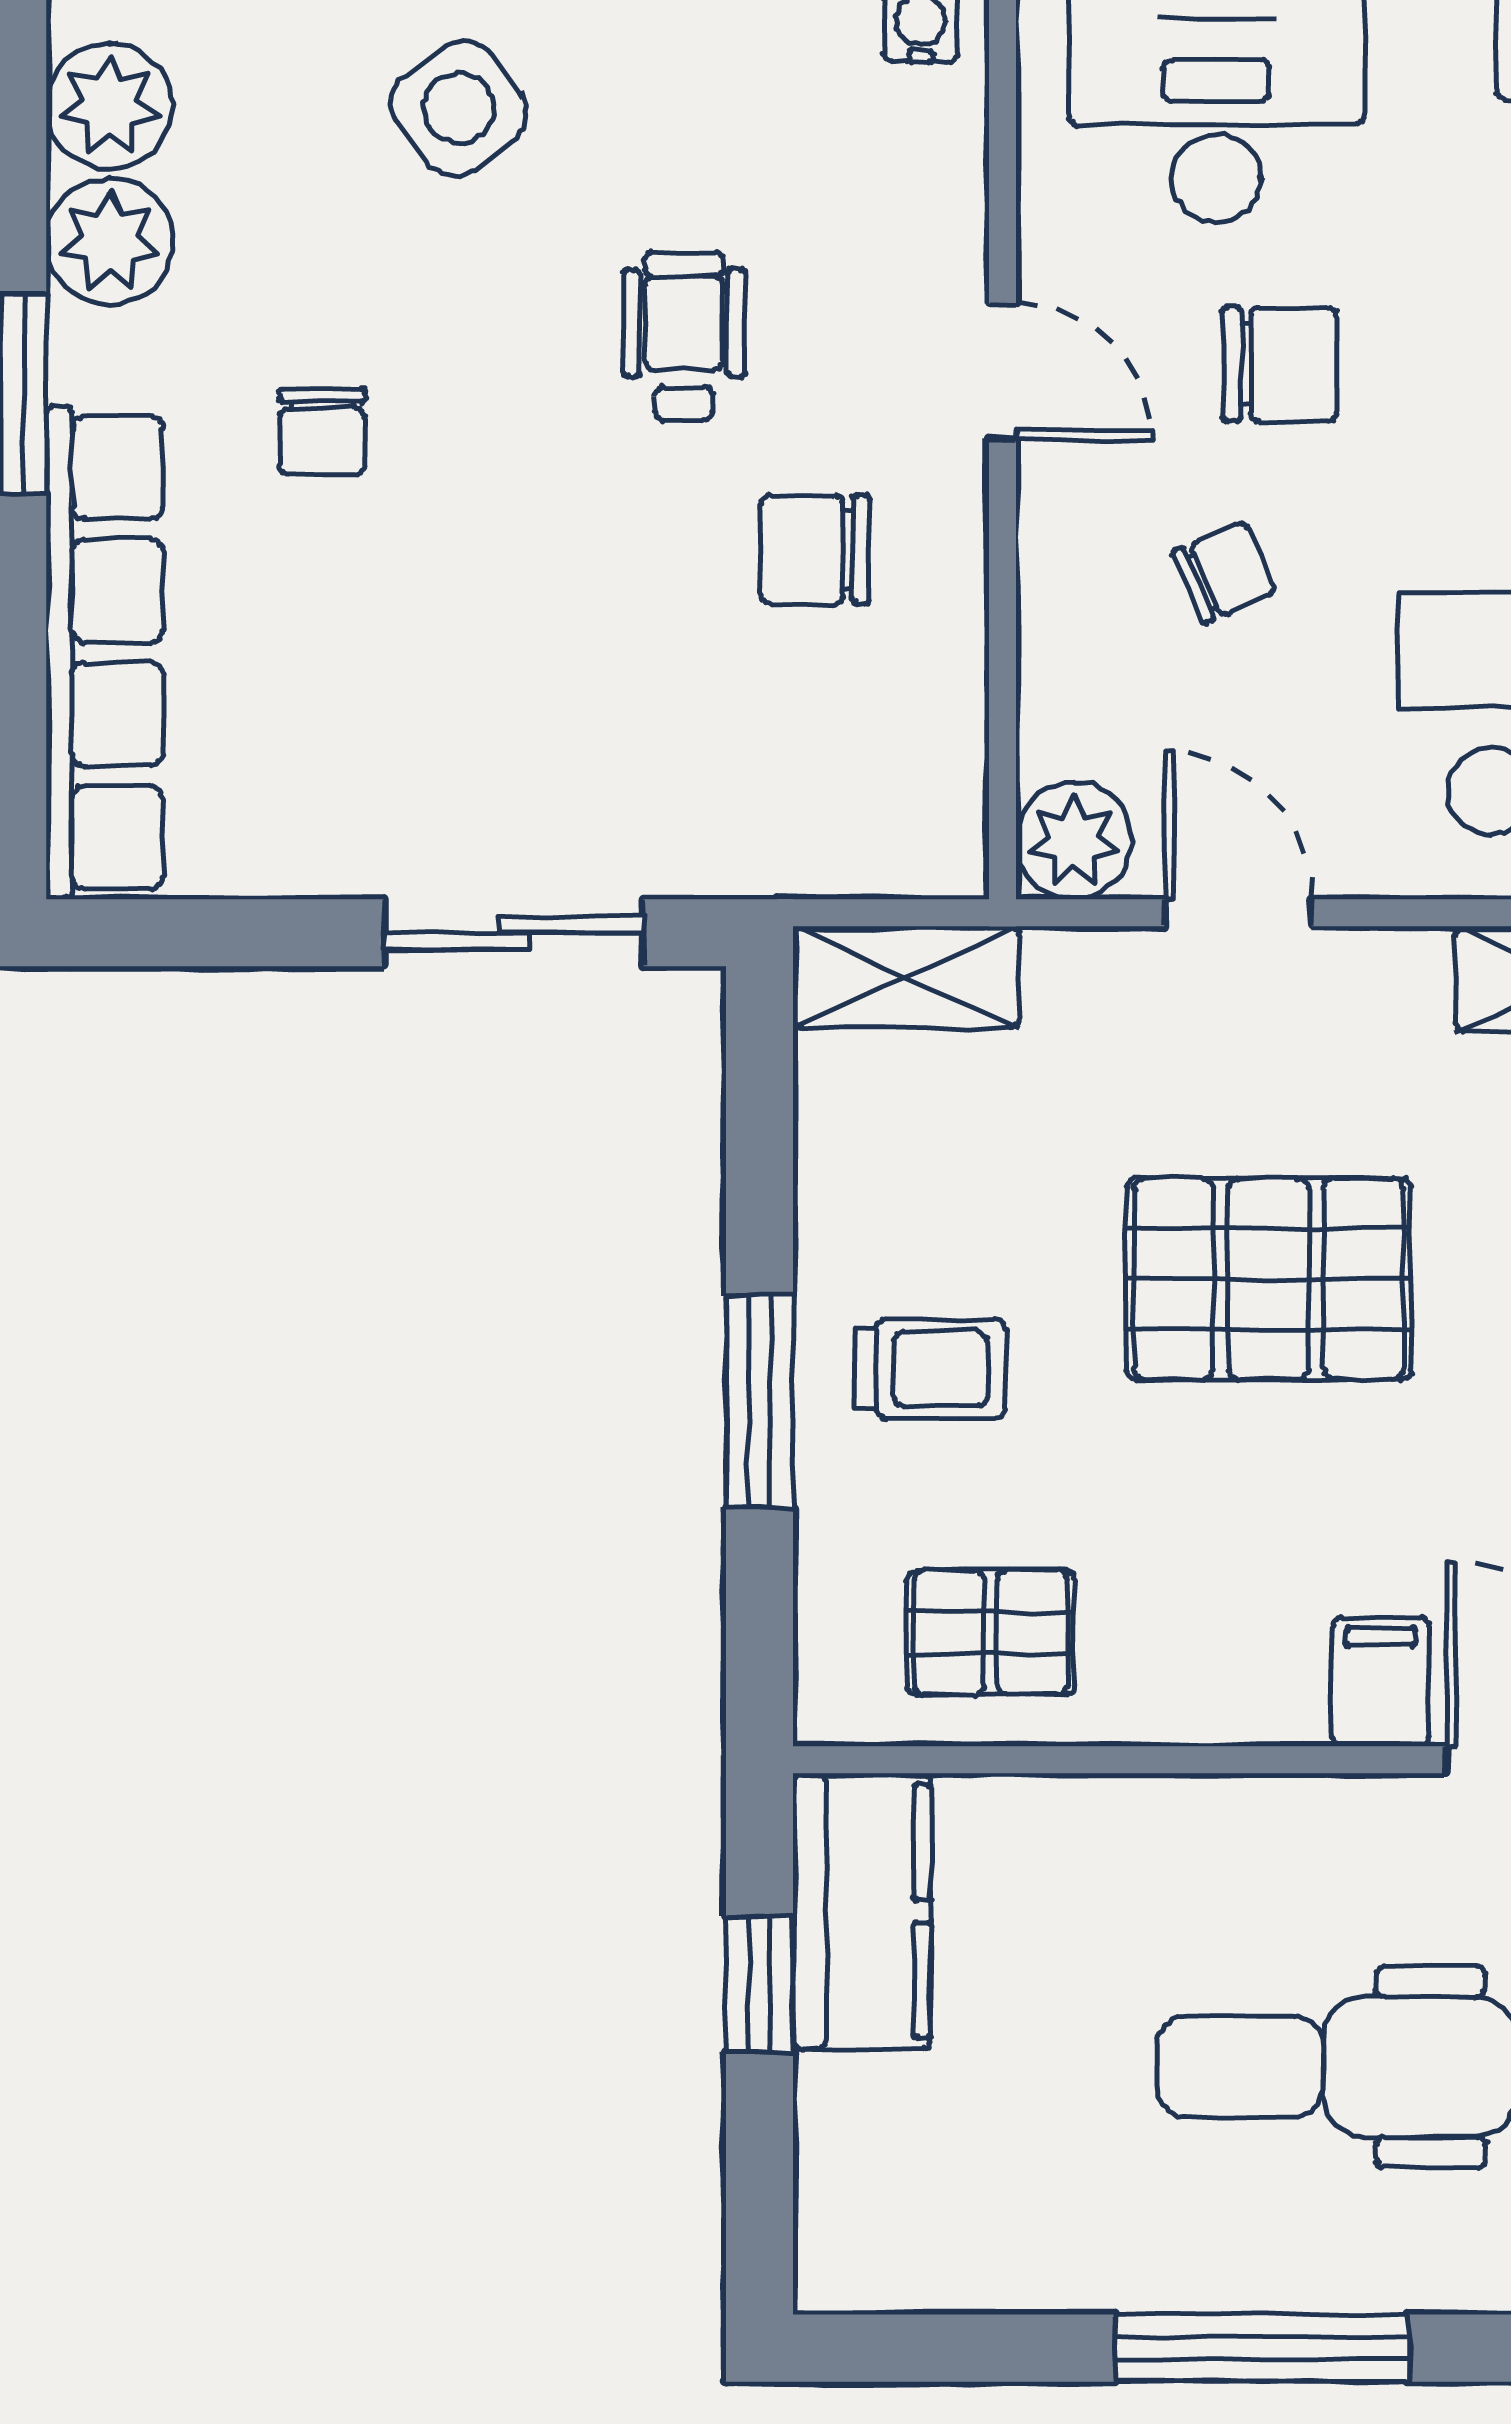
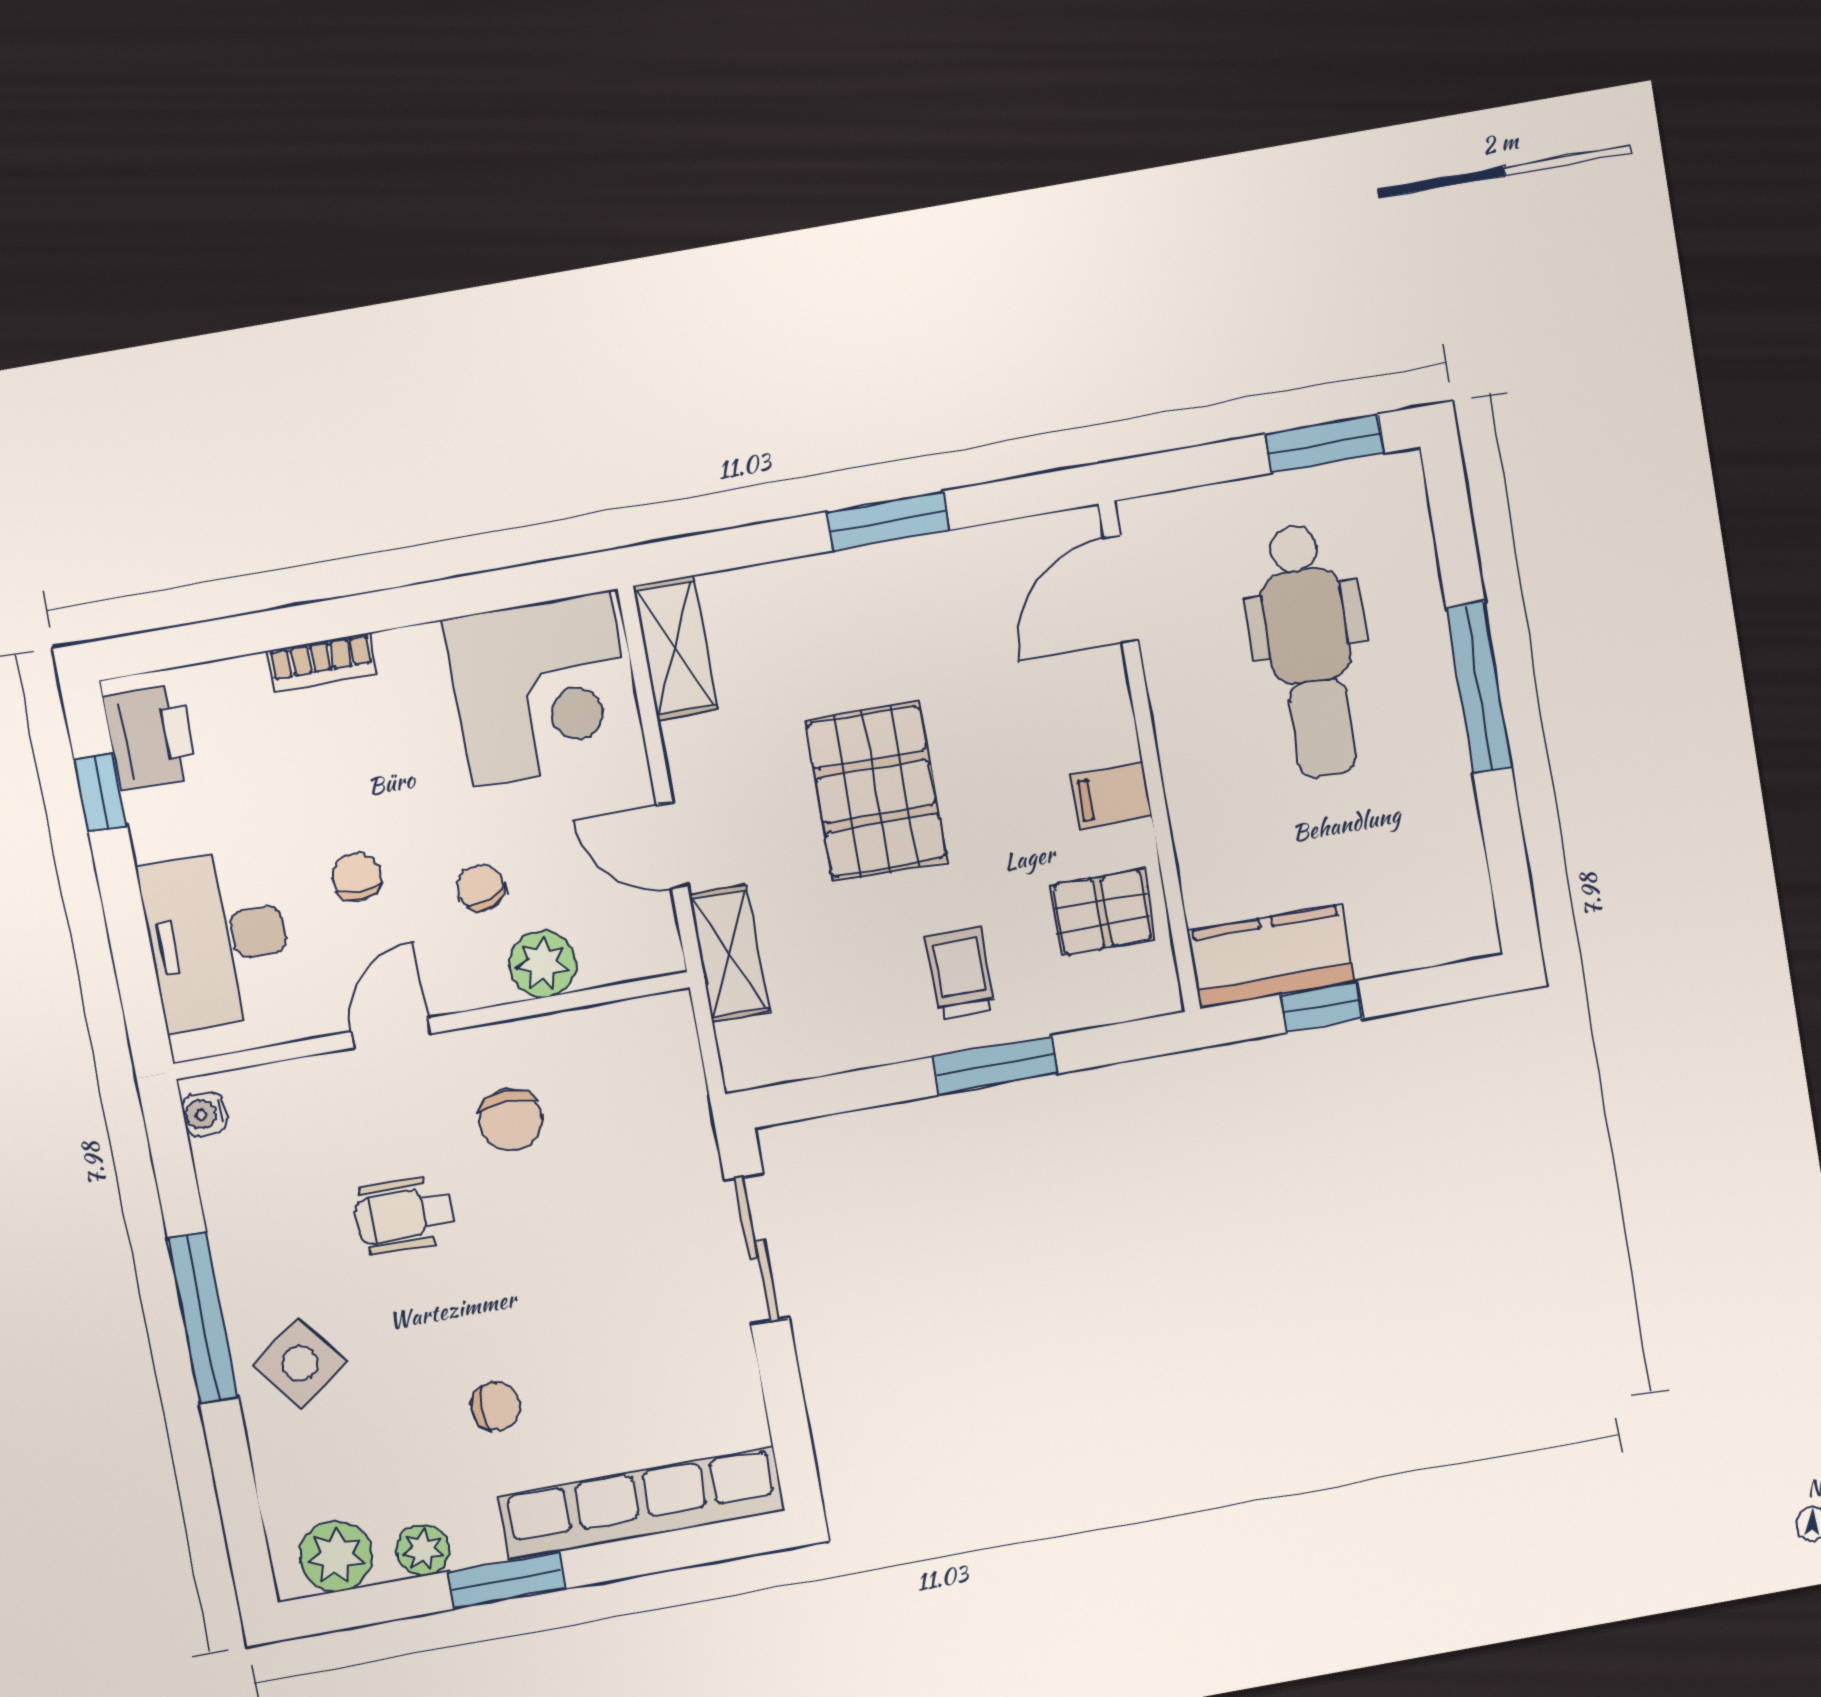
plant: (110, 242) -> (423, 1550), width x0.73, depth x0.73
chair: (1280, 364) -> (357, 877), width x0.73, depth x0.73
plant: (1074, 841) -> (543, 964), moved
door: (1238, 913) -> (672, 845), hinge flipped
shelving: (906, 977) -> (729, 954), moved
pallet: (991, 1632) -> (1102, 912), turned 90
filing cabinet: (1380, 1682) -> (1111, 796), moved

